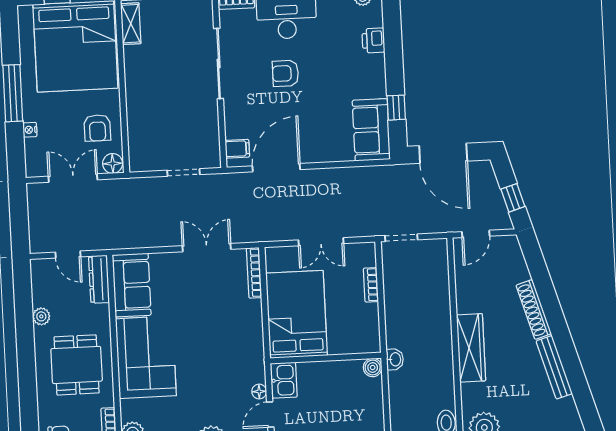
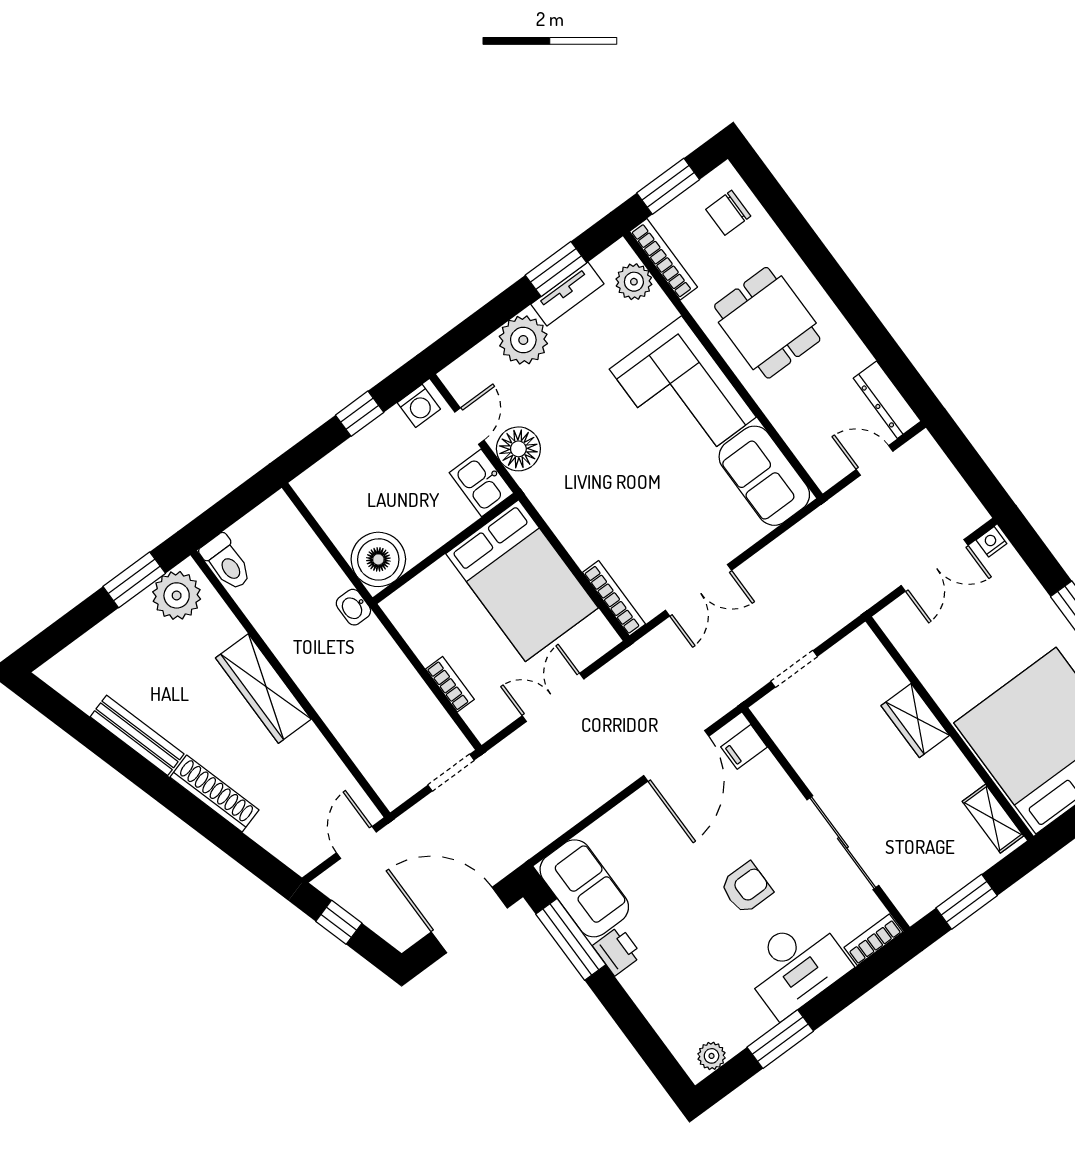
printer: (373, 40) -> (617, 951), moved
wardrobe: (137, 103) -> (915, 721), added
window: (396, 108) -> (571, 939), width x2.17
armchair: (97, 128) -> (946, 652), removed
nightstand: (30, 130) -> (991, 542), moved, turned -90
floor lamp: (113, 163) -> (895, 619), removed
dresser: (99, 279) -> (887, 400), moved, turned 180
plant: (41, 316) -> (856, 356), removed
boiler: (373, 367) -> (378, 559), width x1.86, depth x1.86
floor lamp: (259, 391) -> (518, 449), width x1.89, depth x1.89

